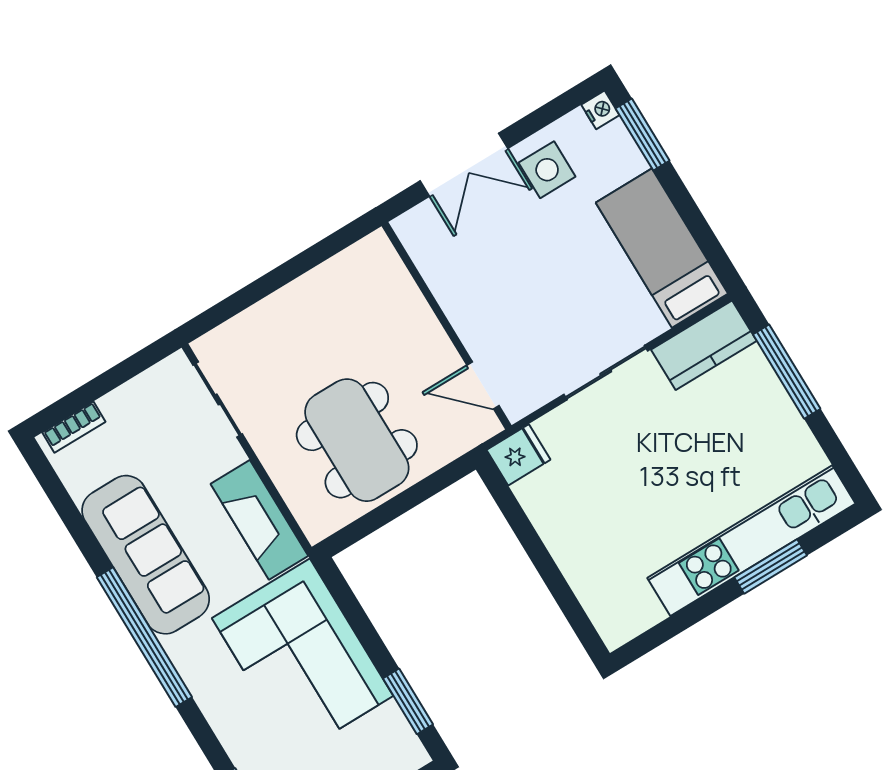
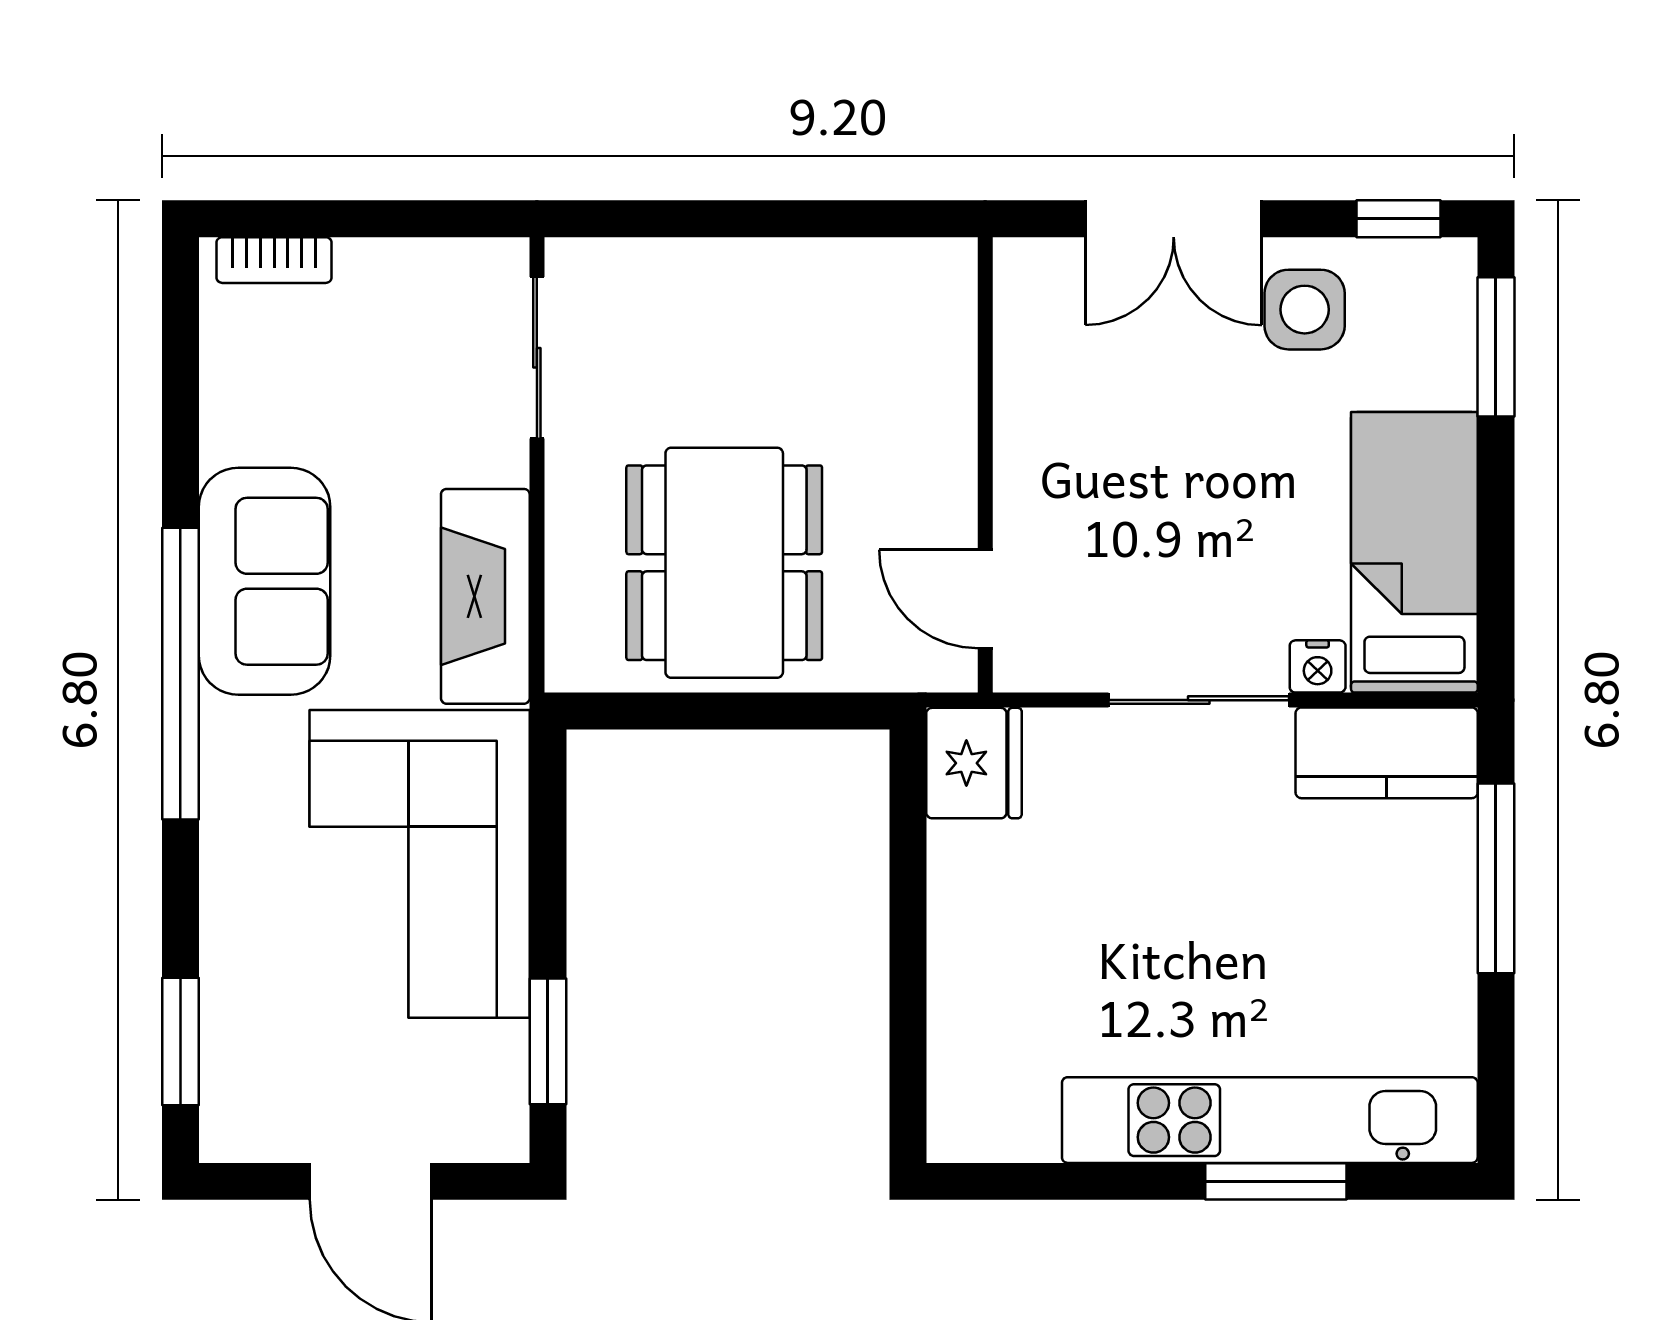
window: (564, 104) -> (1398, 219), added
nightstand: (600, 110) -> (1318, 666), moved, turned 90
fridge: (518, 455) -> (974, 763), width x1.38
sofa: (146, 555) -> (265, 581), width x0.73

